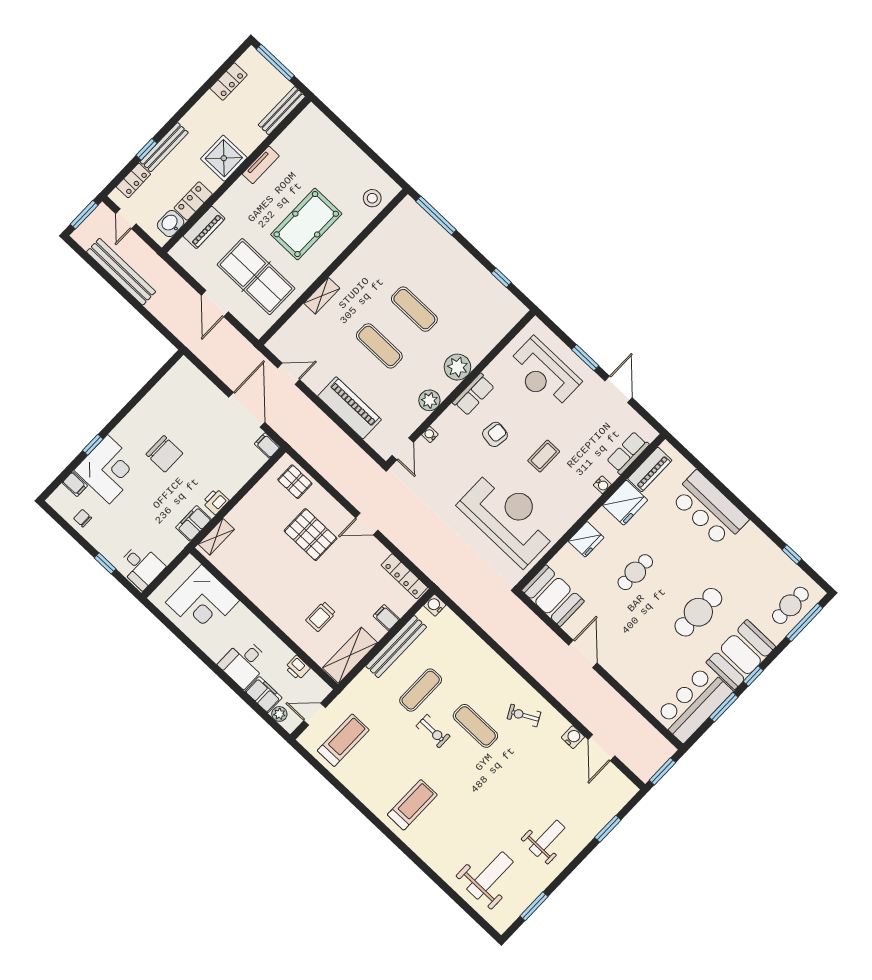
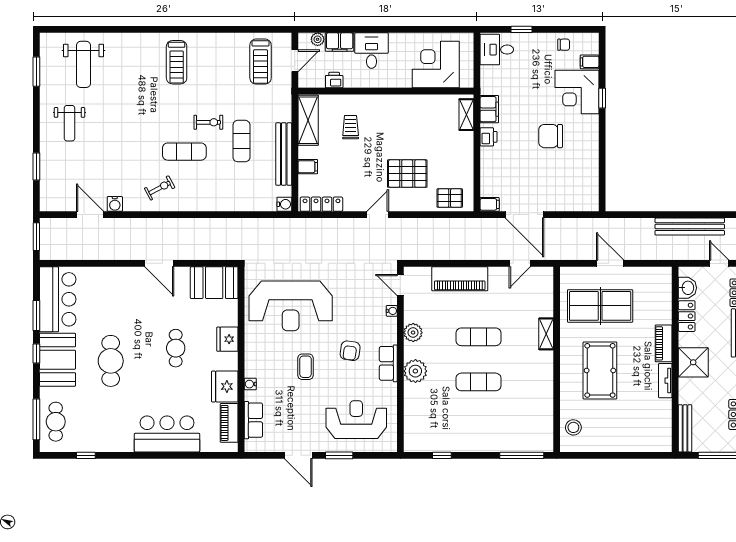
piano: (204, 227) -> (664, 343), moved
exercise bike: (433, 731) -> (208, 122), turned 180

